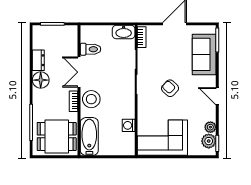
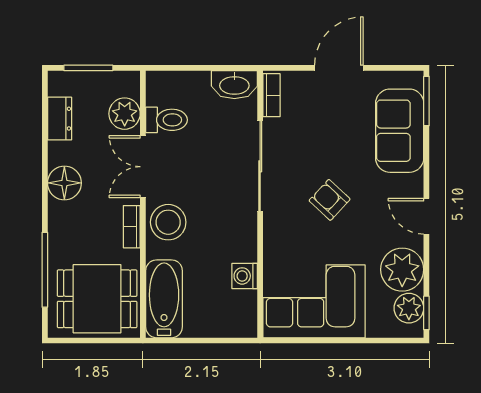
plant: (70, 46) -> (125, 114), added
dresser: (38, 60) -> (60, 119), moved
plant: (210, 127) -> (402, 270), width x1.88, depth x1.88

